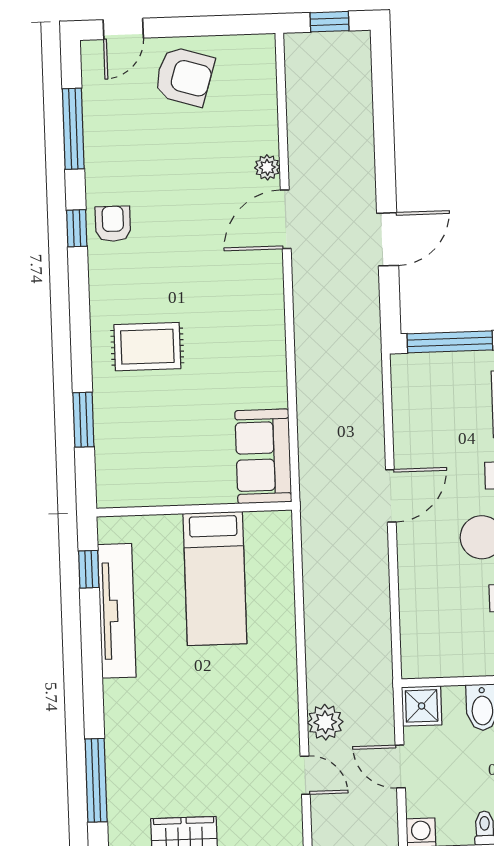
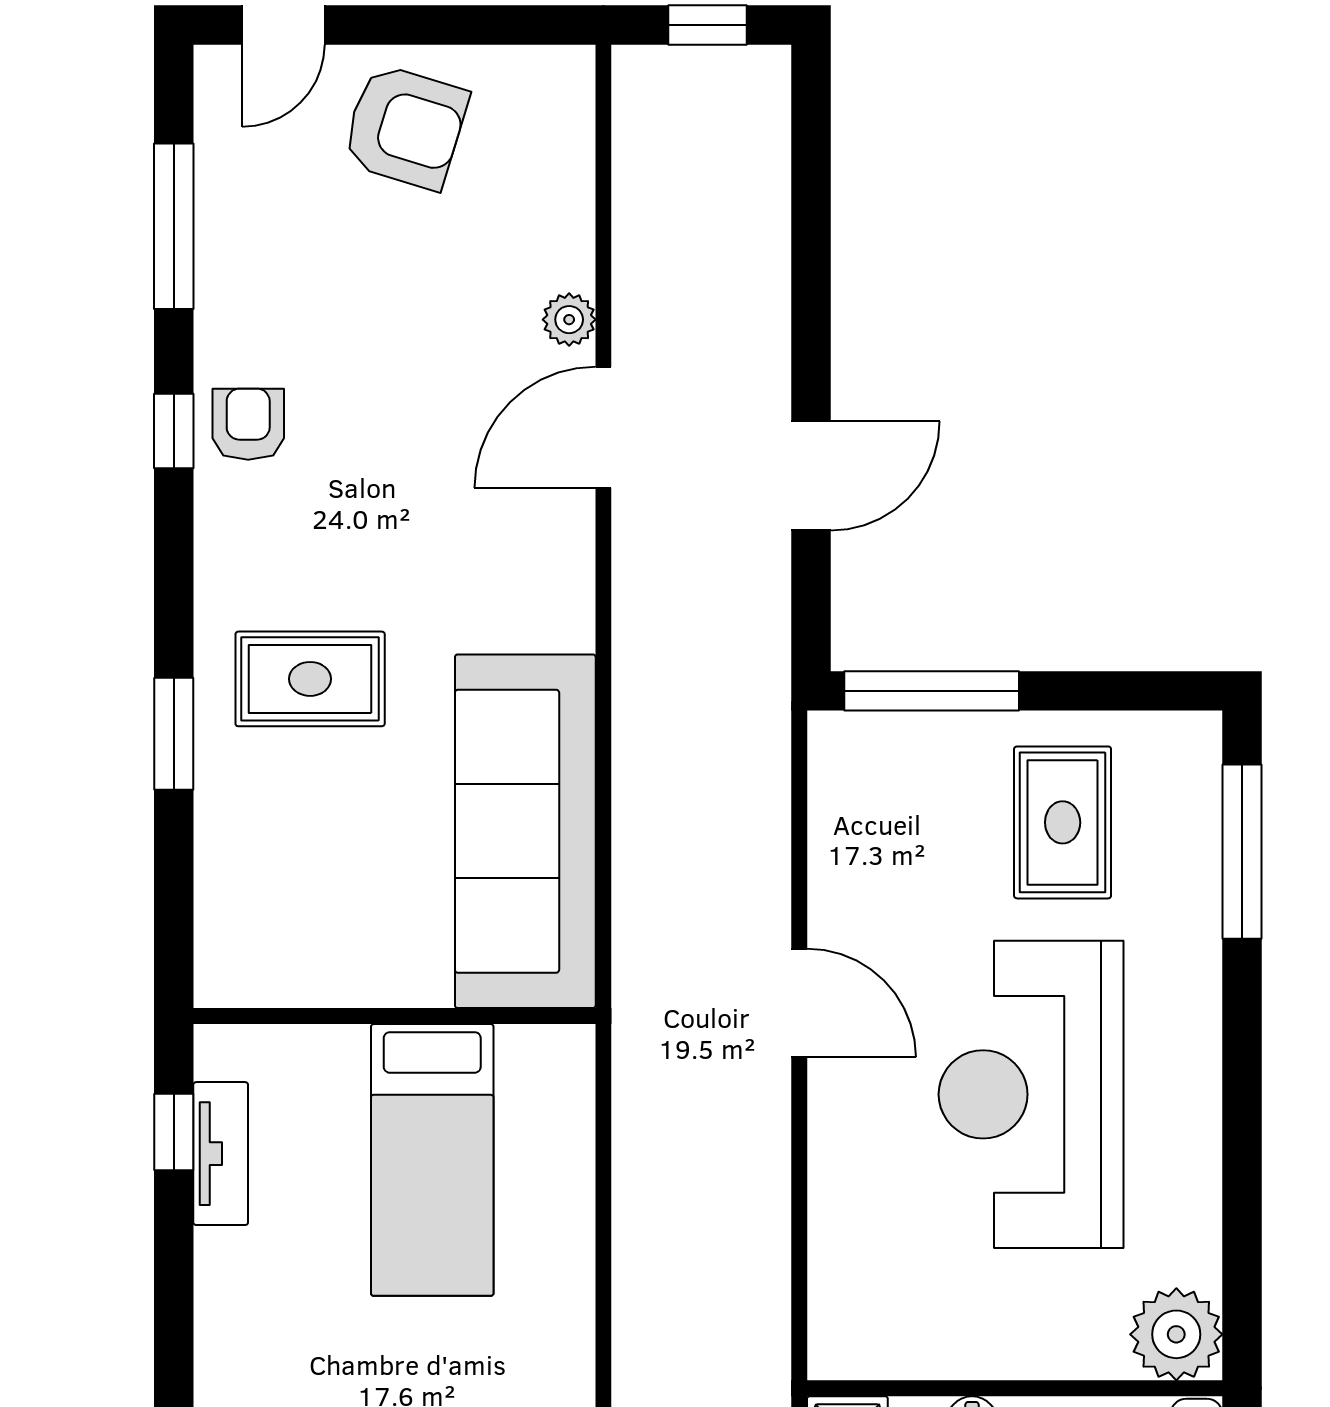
window: (83, 420) -> (174, 734), moved
sofa: (263, 456) -> (525, 831), width x1.85, depth x1.27
door: (391, 496) -> (799, 1003), hinge flipped
tv unit: (117, 611) -> (221, 1154), width x0.52, depth x0.78

